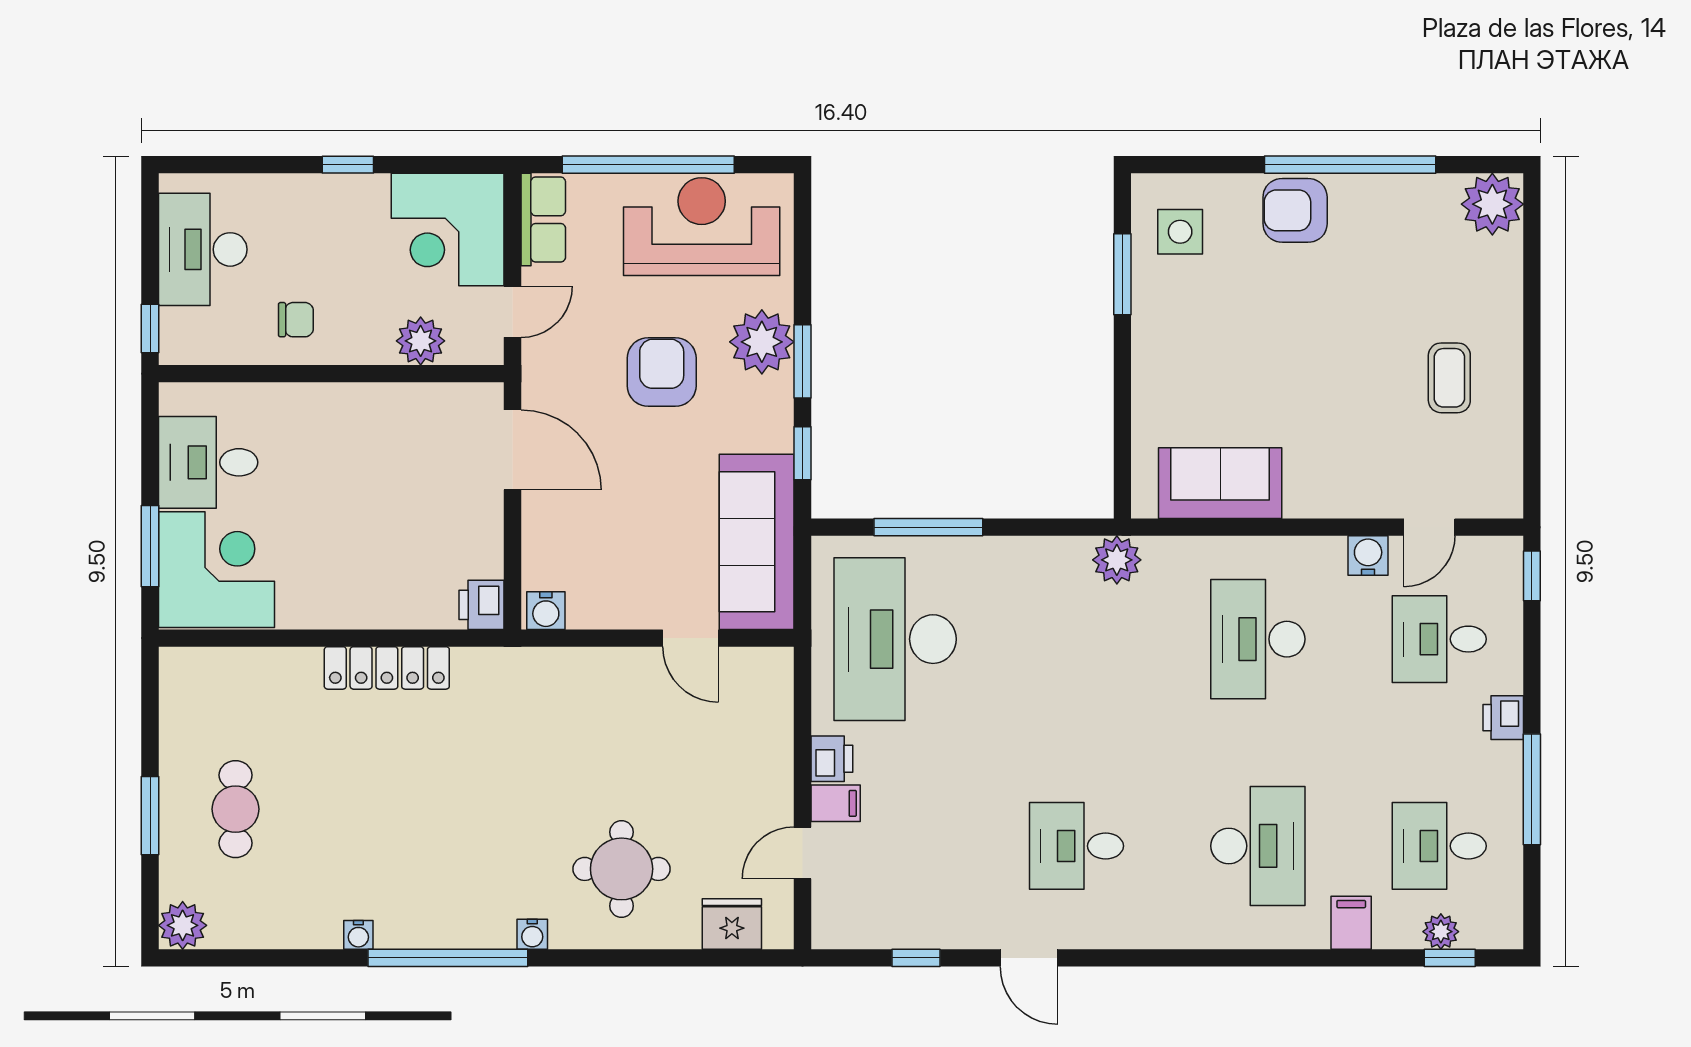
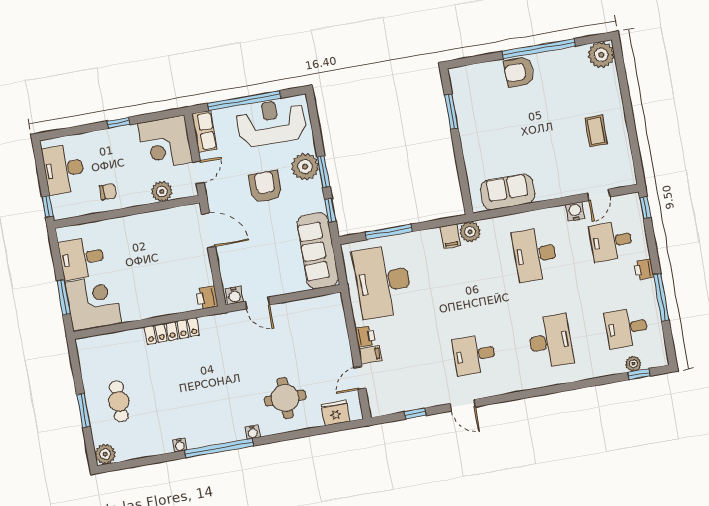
side table: (1180, 232) -> (472, 89), removed
door: (691, 638) -> (257, 303), moved
filing cabinet: (1351, 923) -> (450, 236), moved, turned 180

